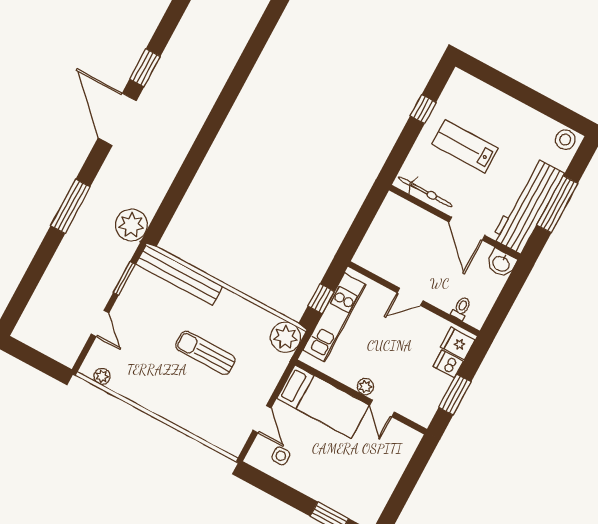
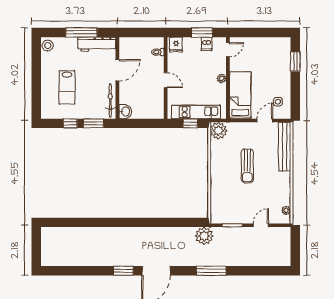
window: (403, 146) -> (93, 123), added
lab bench: (465, 146) -> (67, 87), moved
workbench: (528, 206) -> (97, 44), width x0.73, depth x0.76
washbasin: (501, 263) -> (125, 111), moved
bench: (179, 275) -> (285, 147), moved
dishwasher: (448, 364) -> (206, 44), moved
door: (382, 408) -> (228, 50), moved

